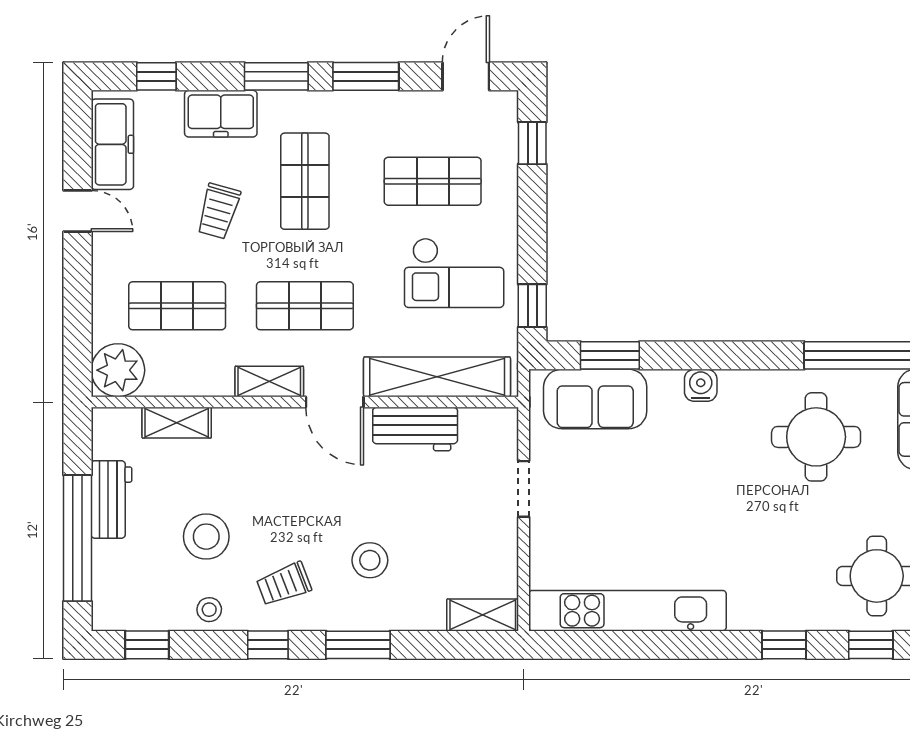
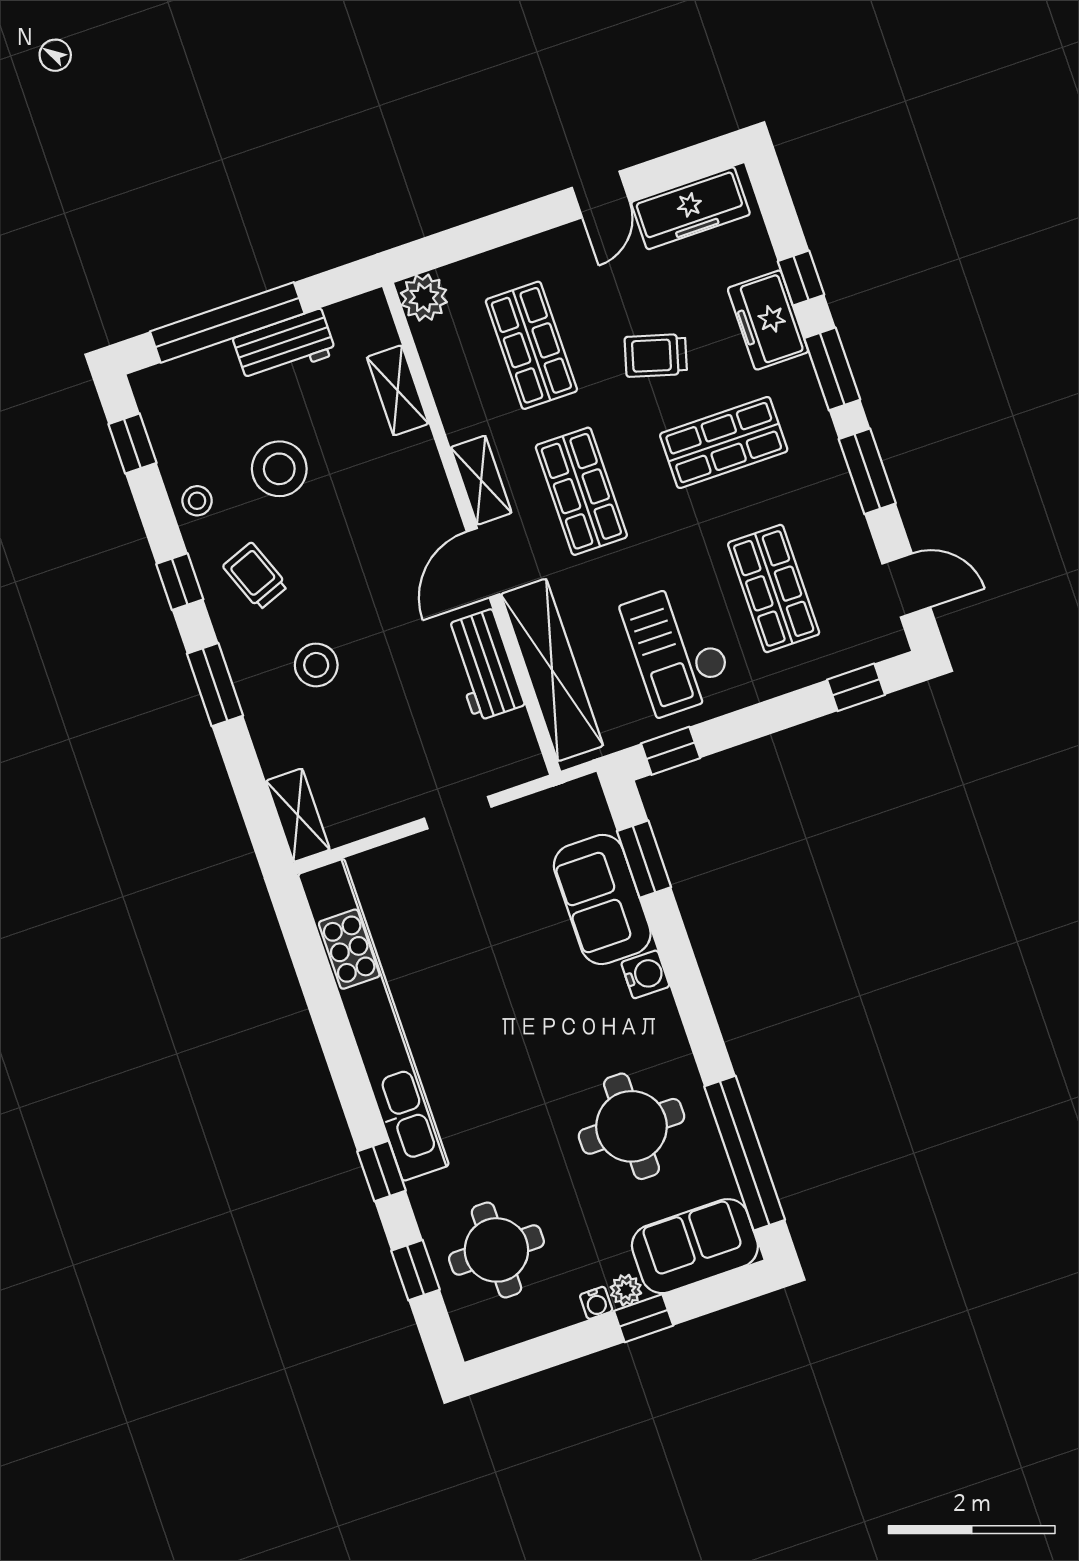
window: (156, 76) -> (801, 278), moved
plant: (118, 370) -> (424, 298), width x0.73, depth x0.73
sofa: (595, 399) -> (602, 899), moved
kitchen unit: (627, 611) -> (373, 1020), width x1.36

